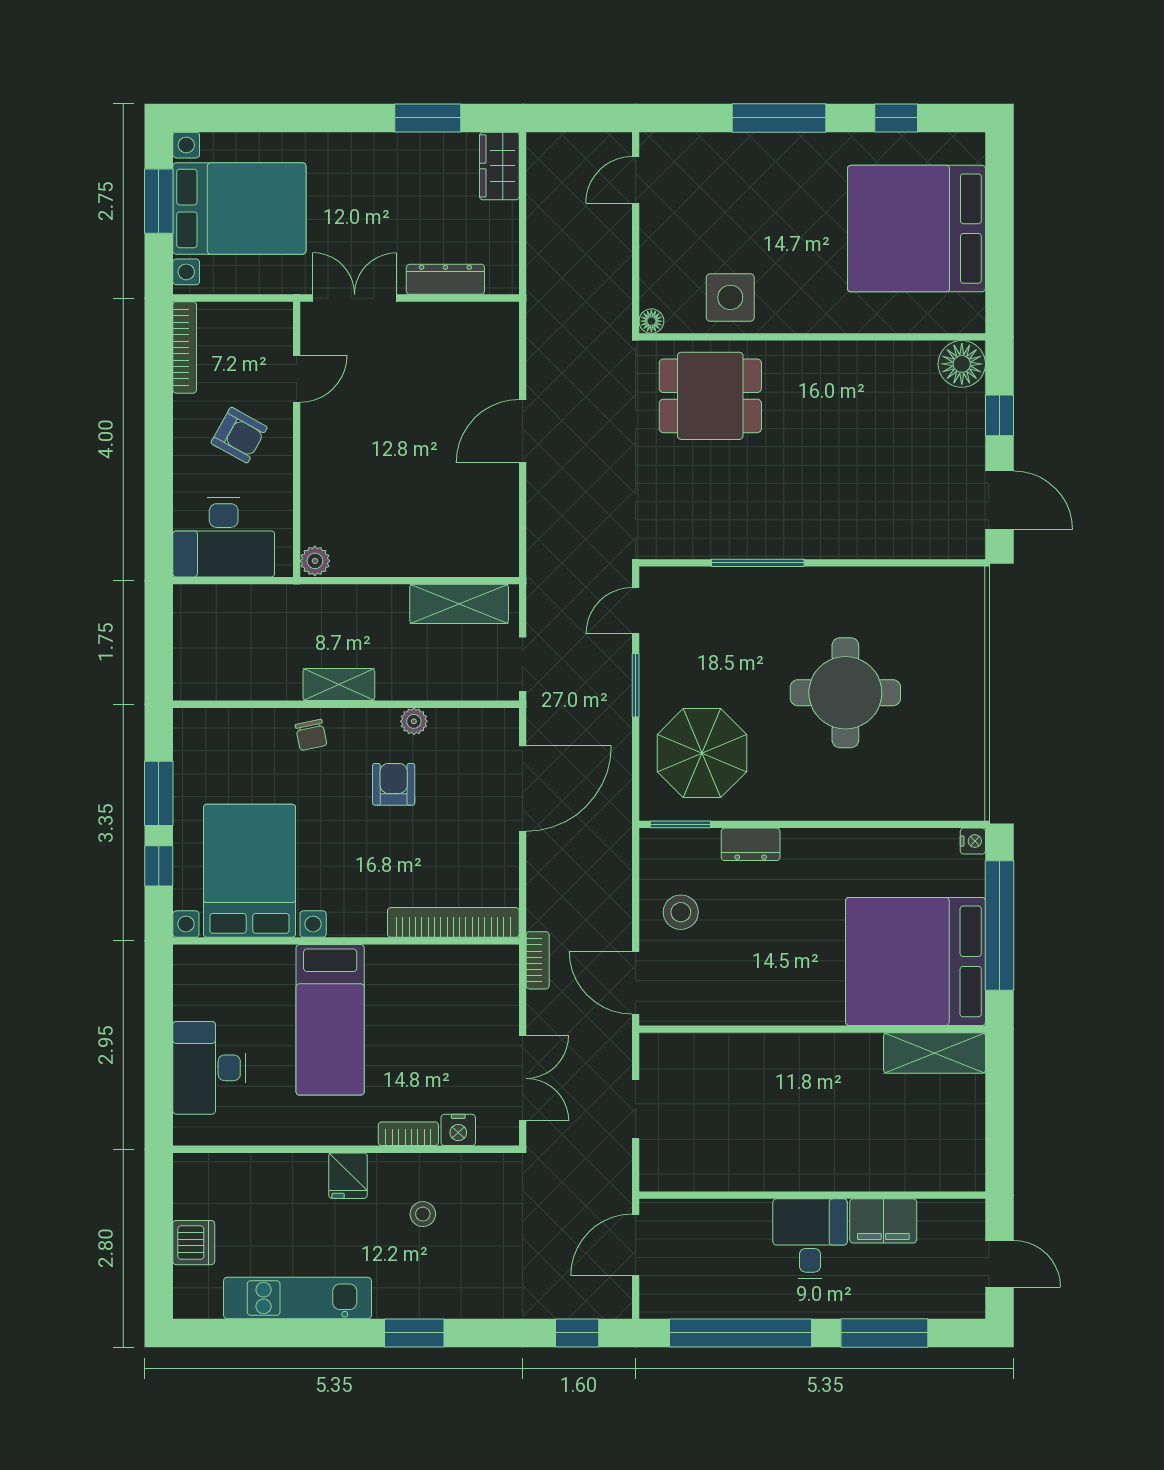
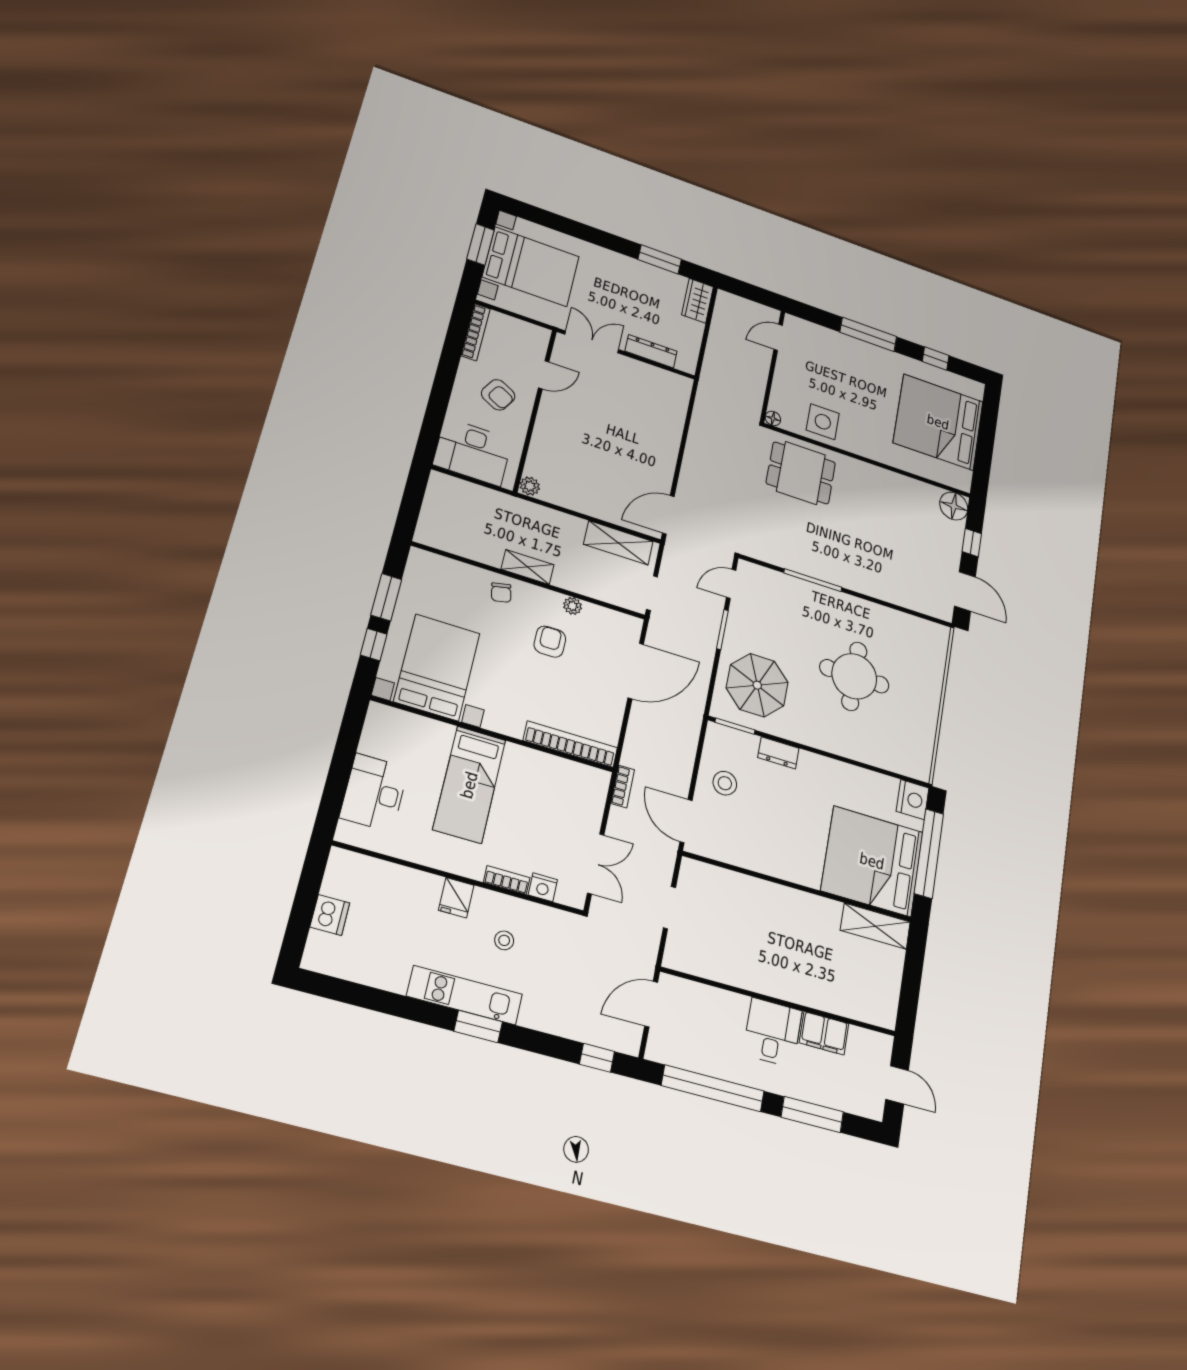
door: (523, 431) -> (668, 515), moved
nightstand: (973, 841) -> (913, 800), width x1.89, depth x1.79
kitchen unit: (298, 1298) -> (465, 995), moved

